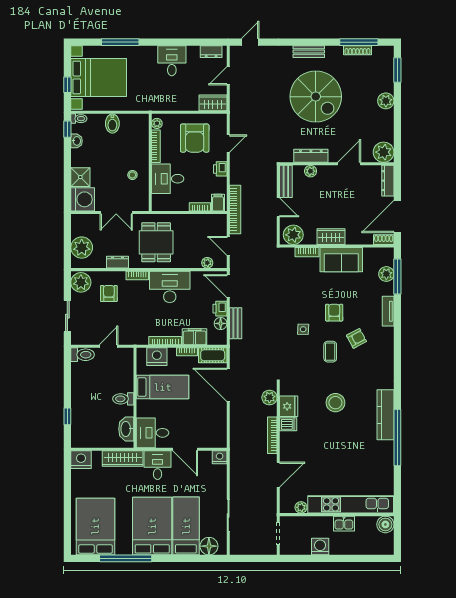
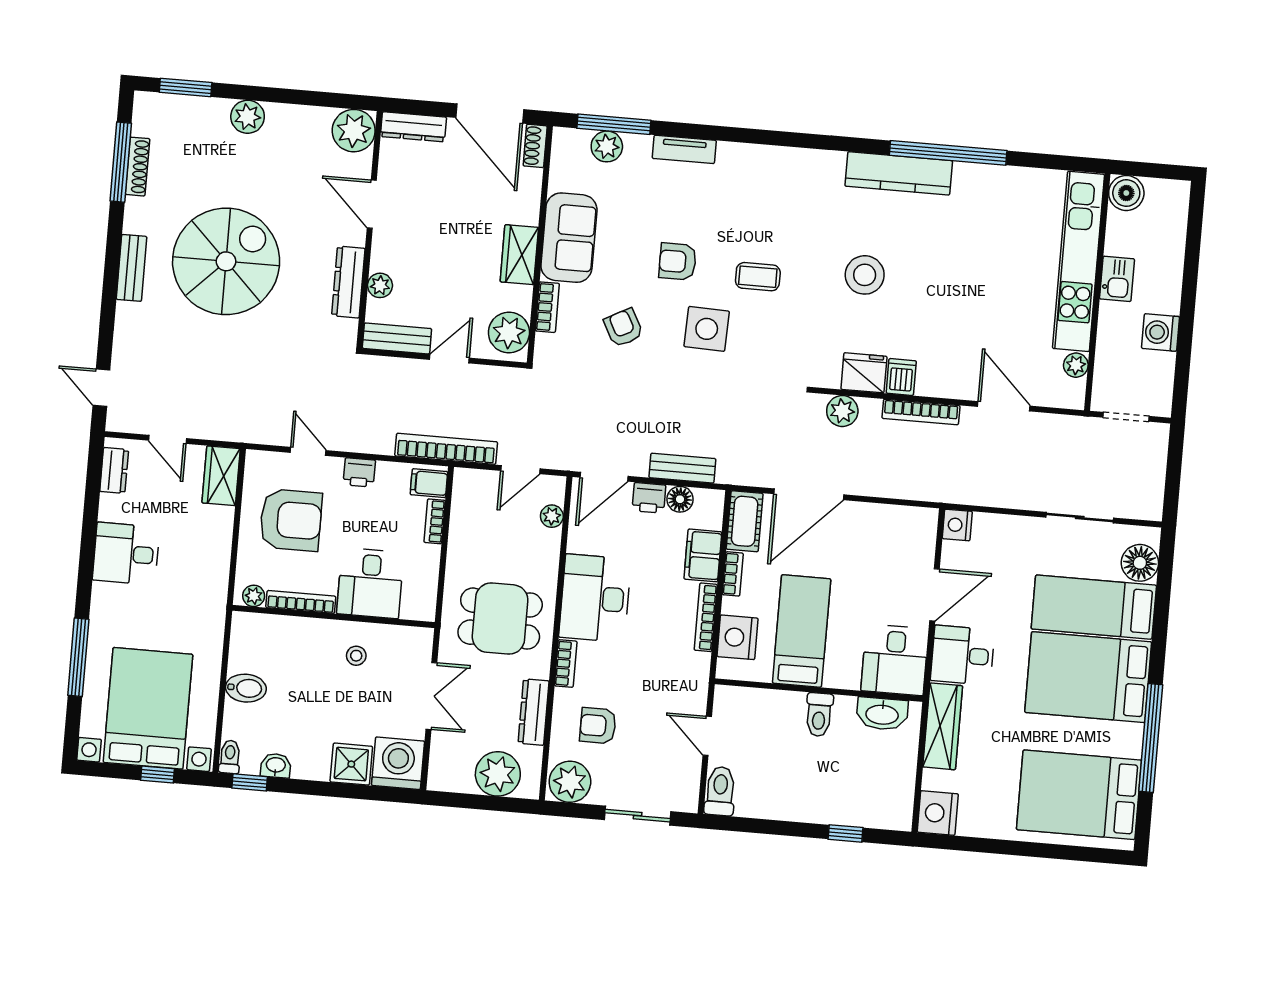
dresser: (117, 262) -> (534, 712), width x1.44
side table: (303, 329) -> (707, 329), width x1.87, depth x1.87
armchair: (356, 338) -> (623, 328), moved

